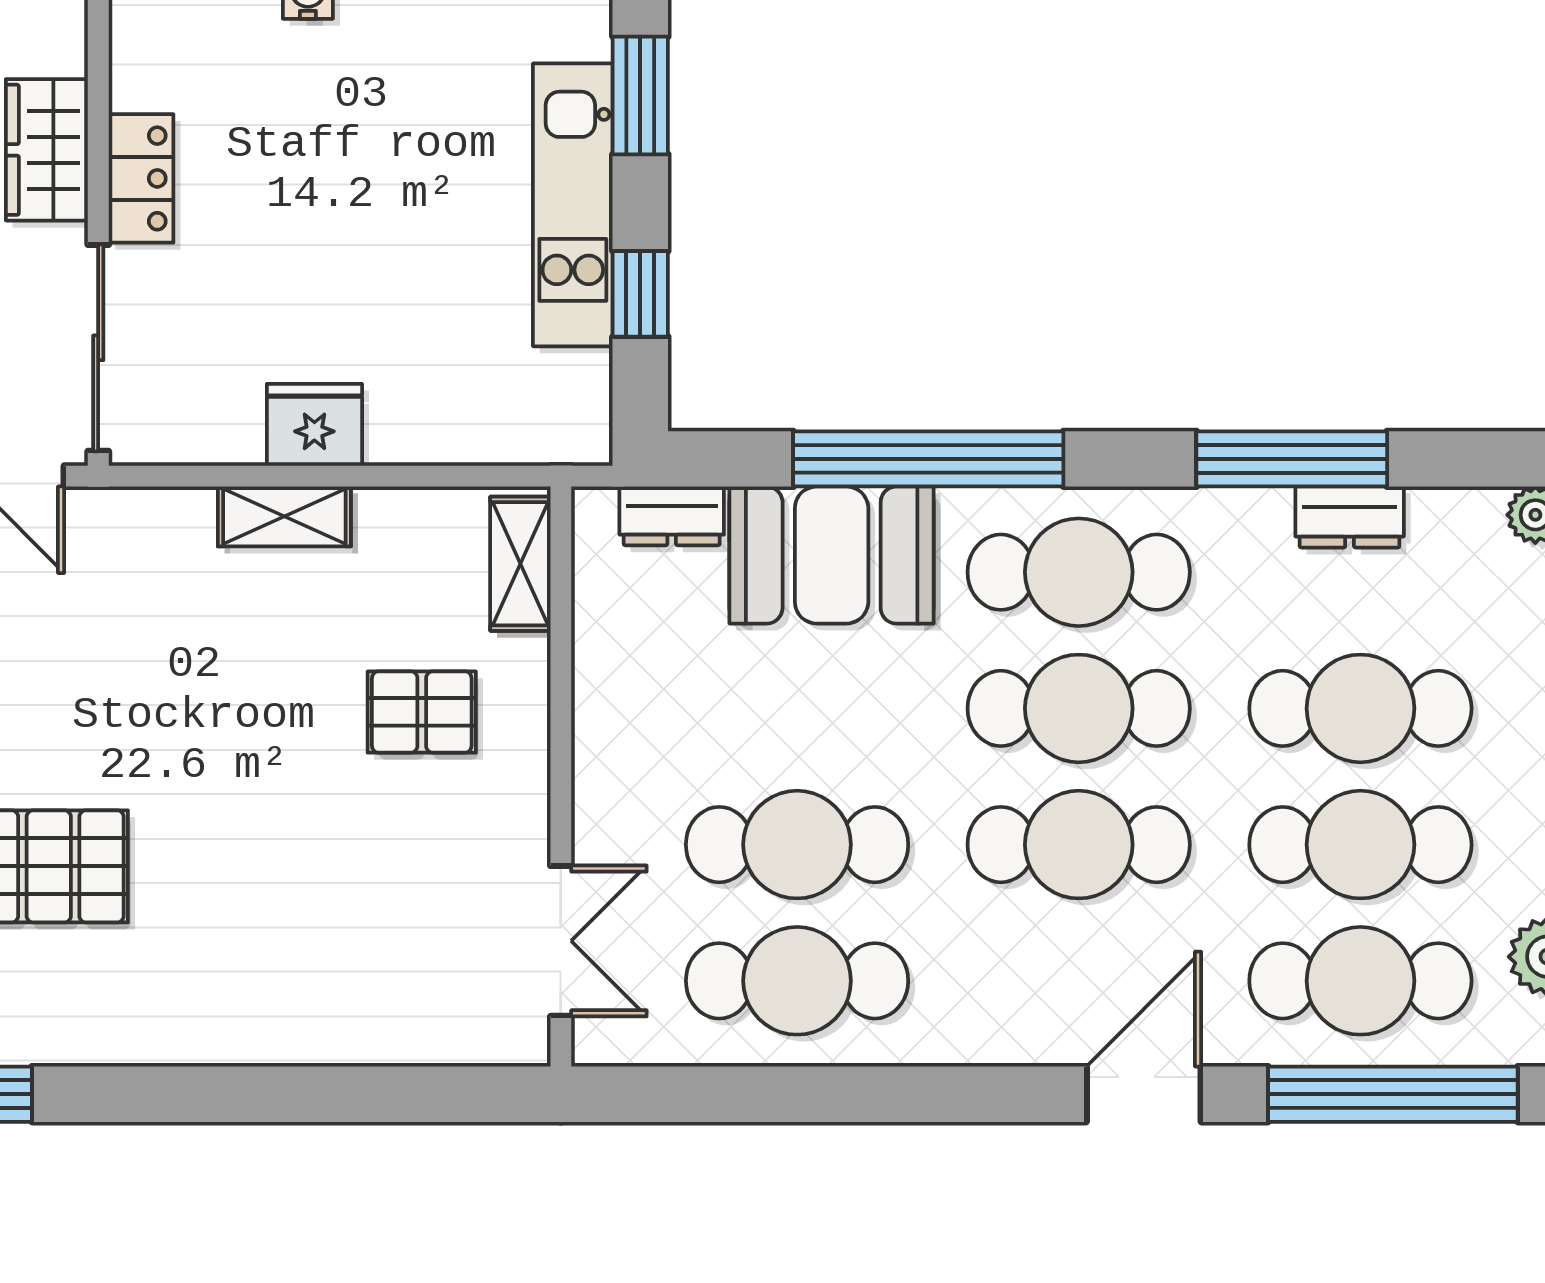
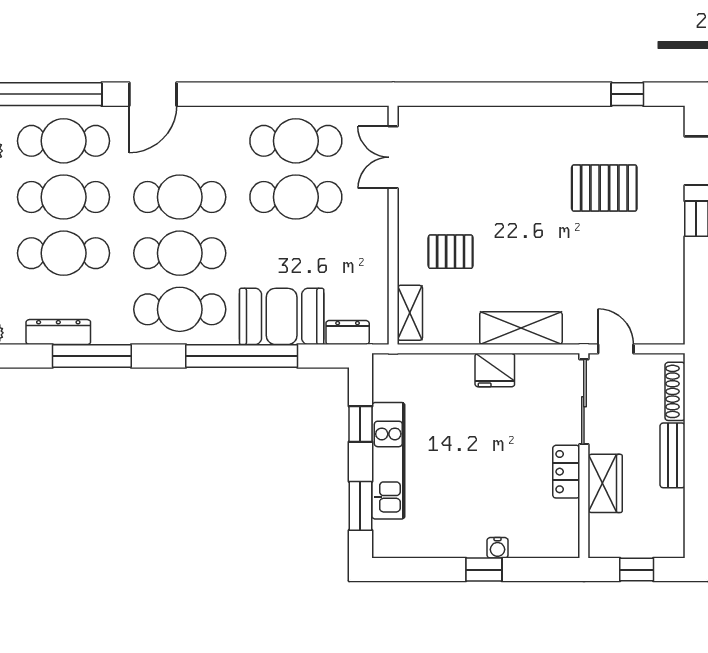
shelving: (284, 516) -> (521, 328), width x1.50, depth x1.33
dresser: (1350, 517) -> (58, 332), width x1.44

